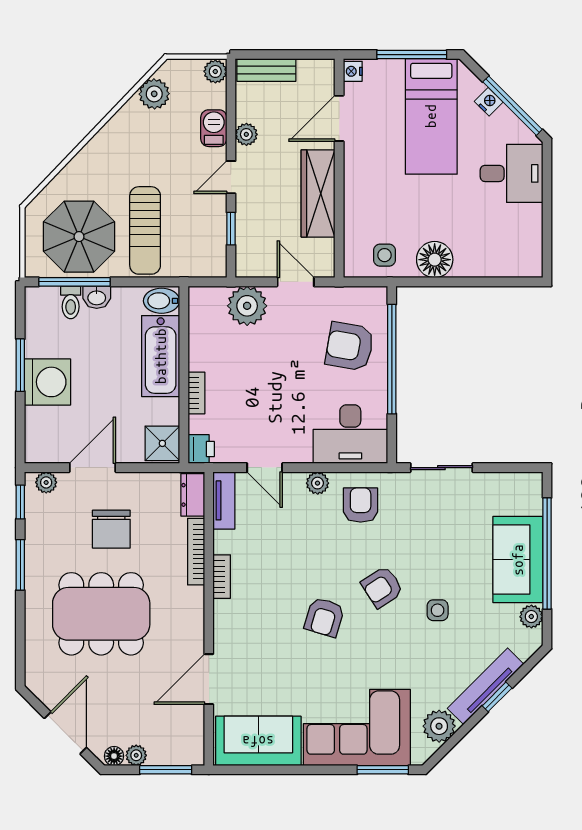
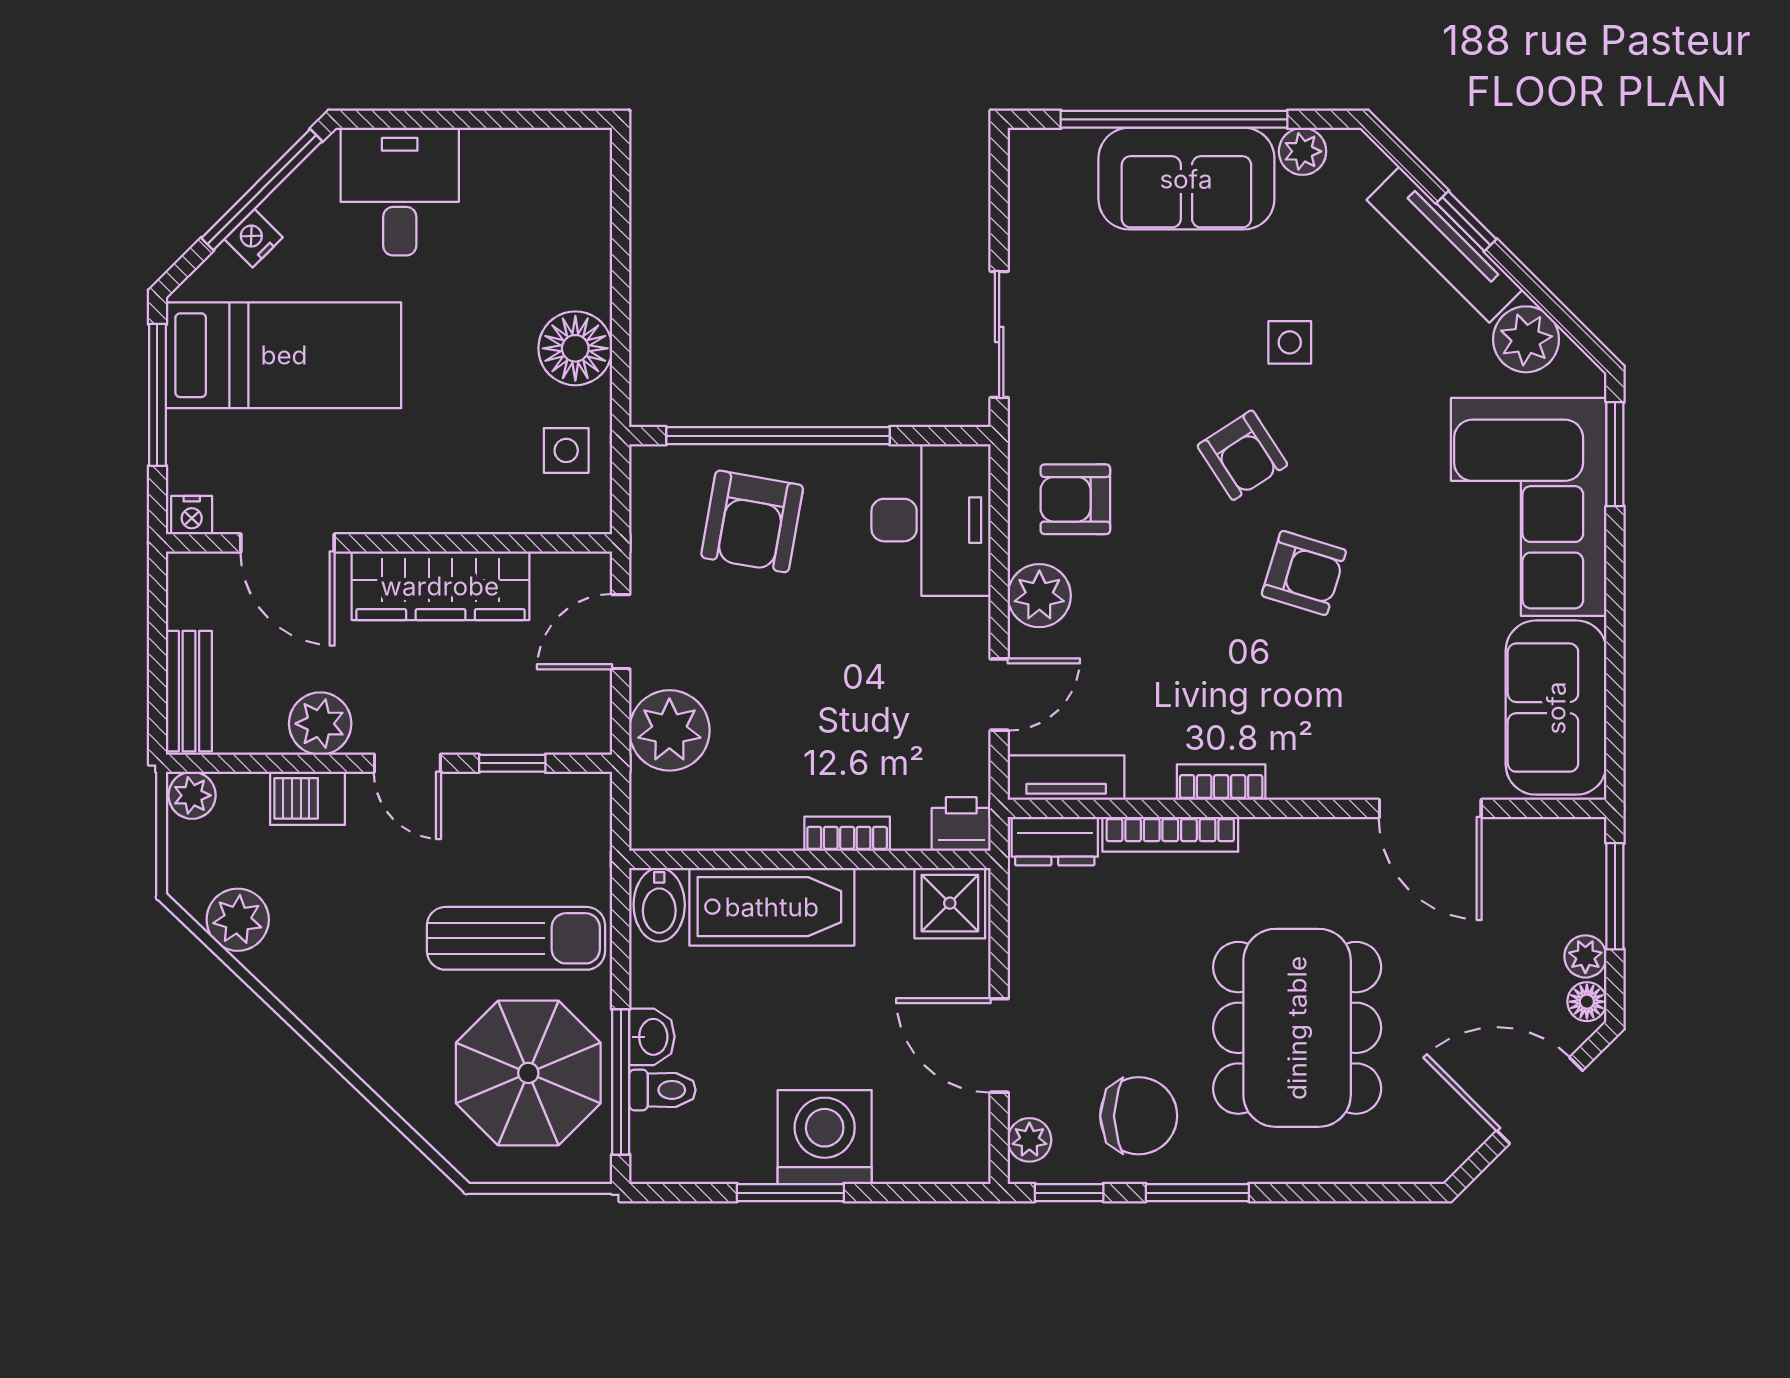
plant: (246, 134) -> (320, 724), width x1.38, depth x1.38
plant: (318, 483) -> (1039, 596), width x1.38, depth x1.38
chair: (111, 529) -> (1139, 1116), moved

